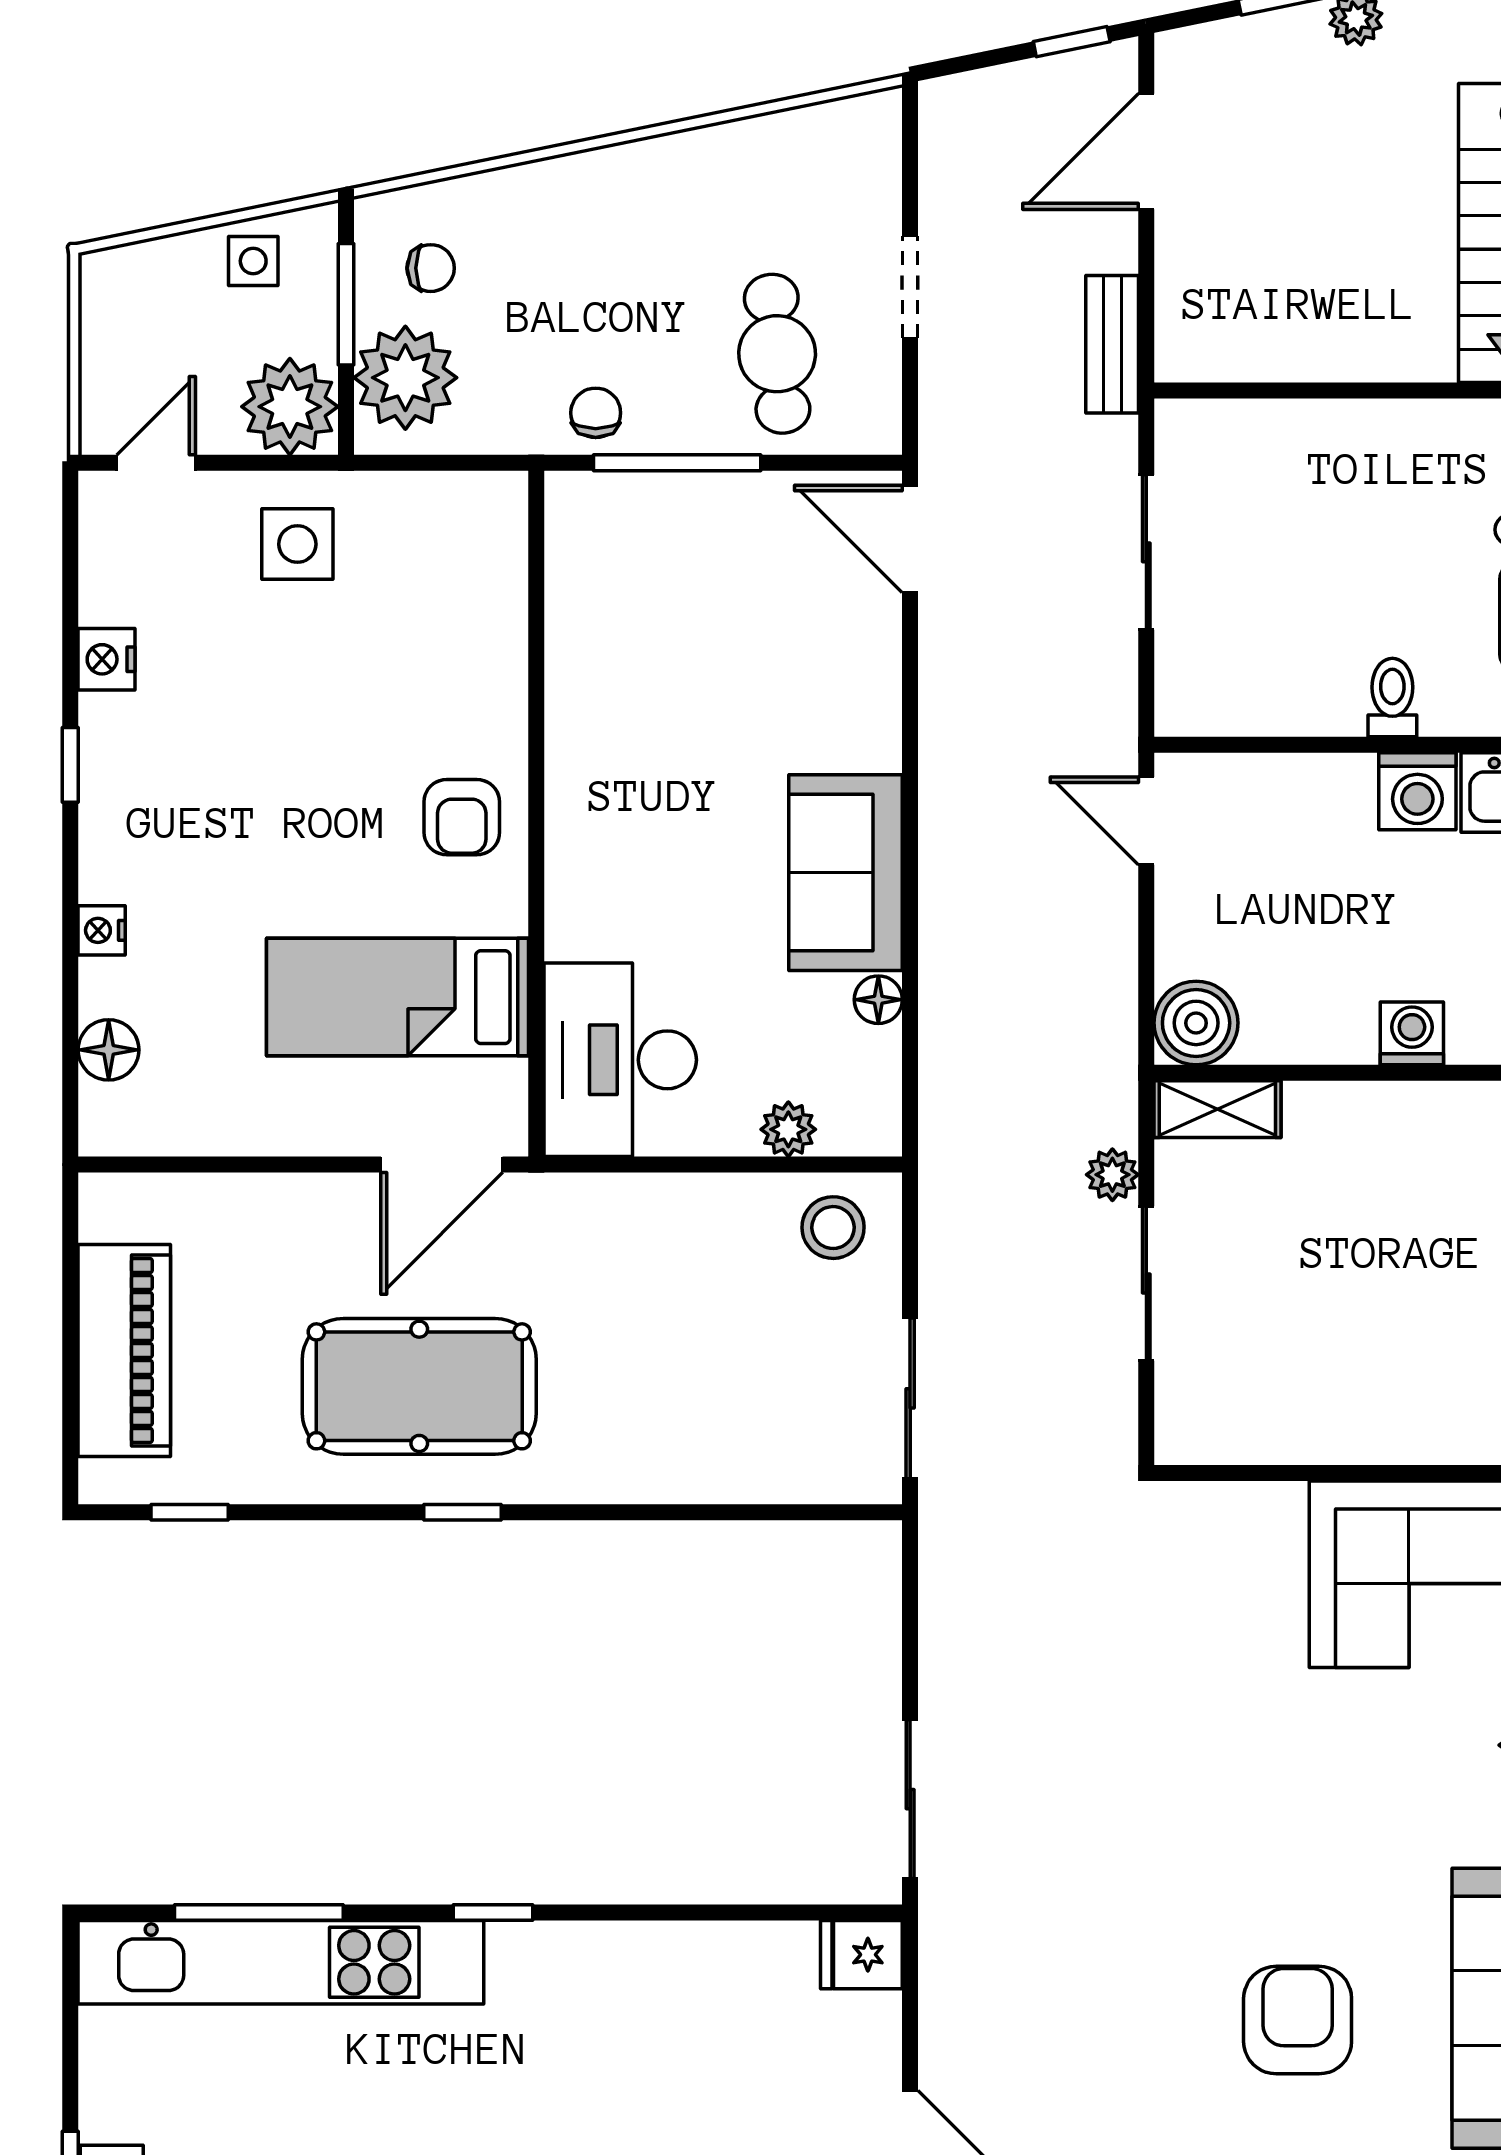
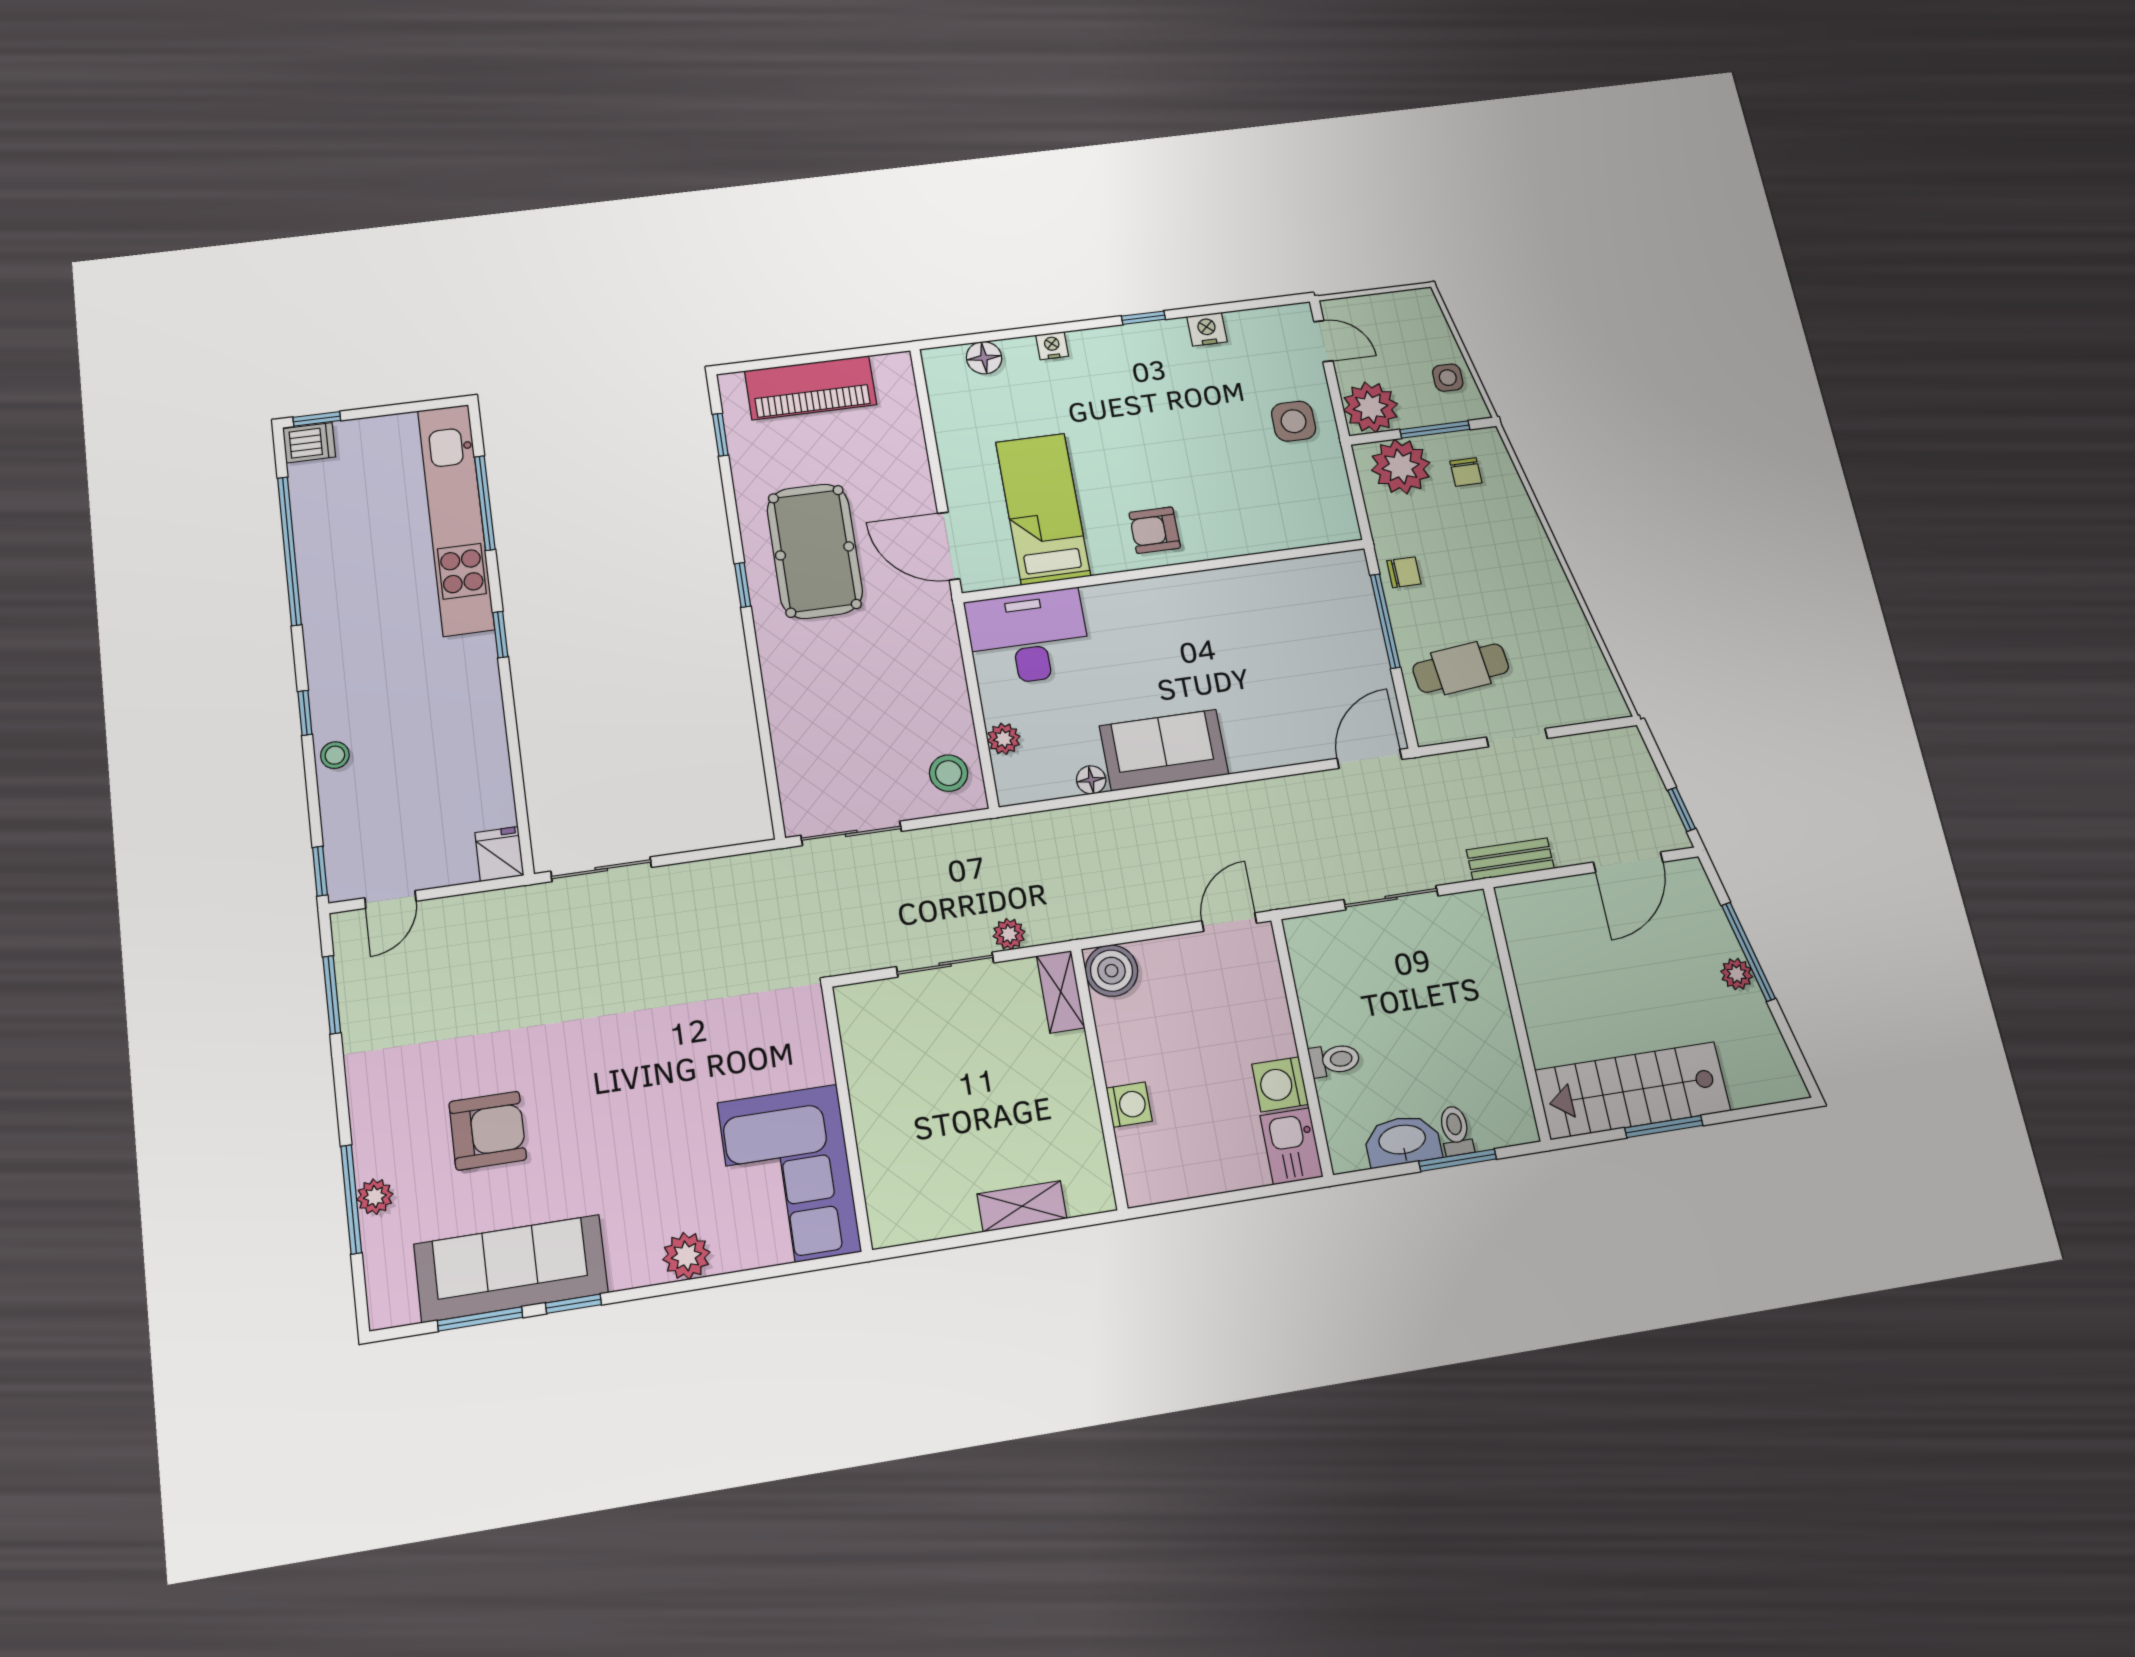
door: (1146, 151) -> (1628, 862), swing flipped

